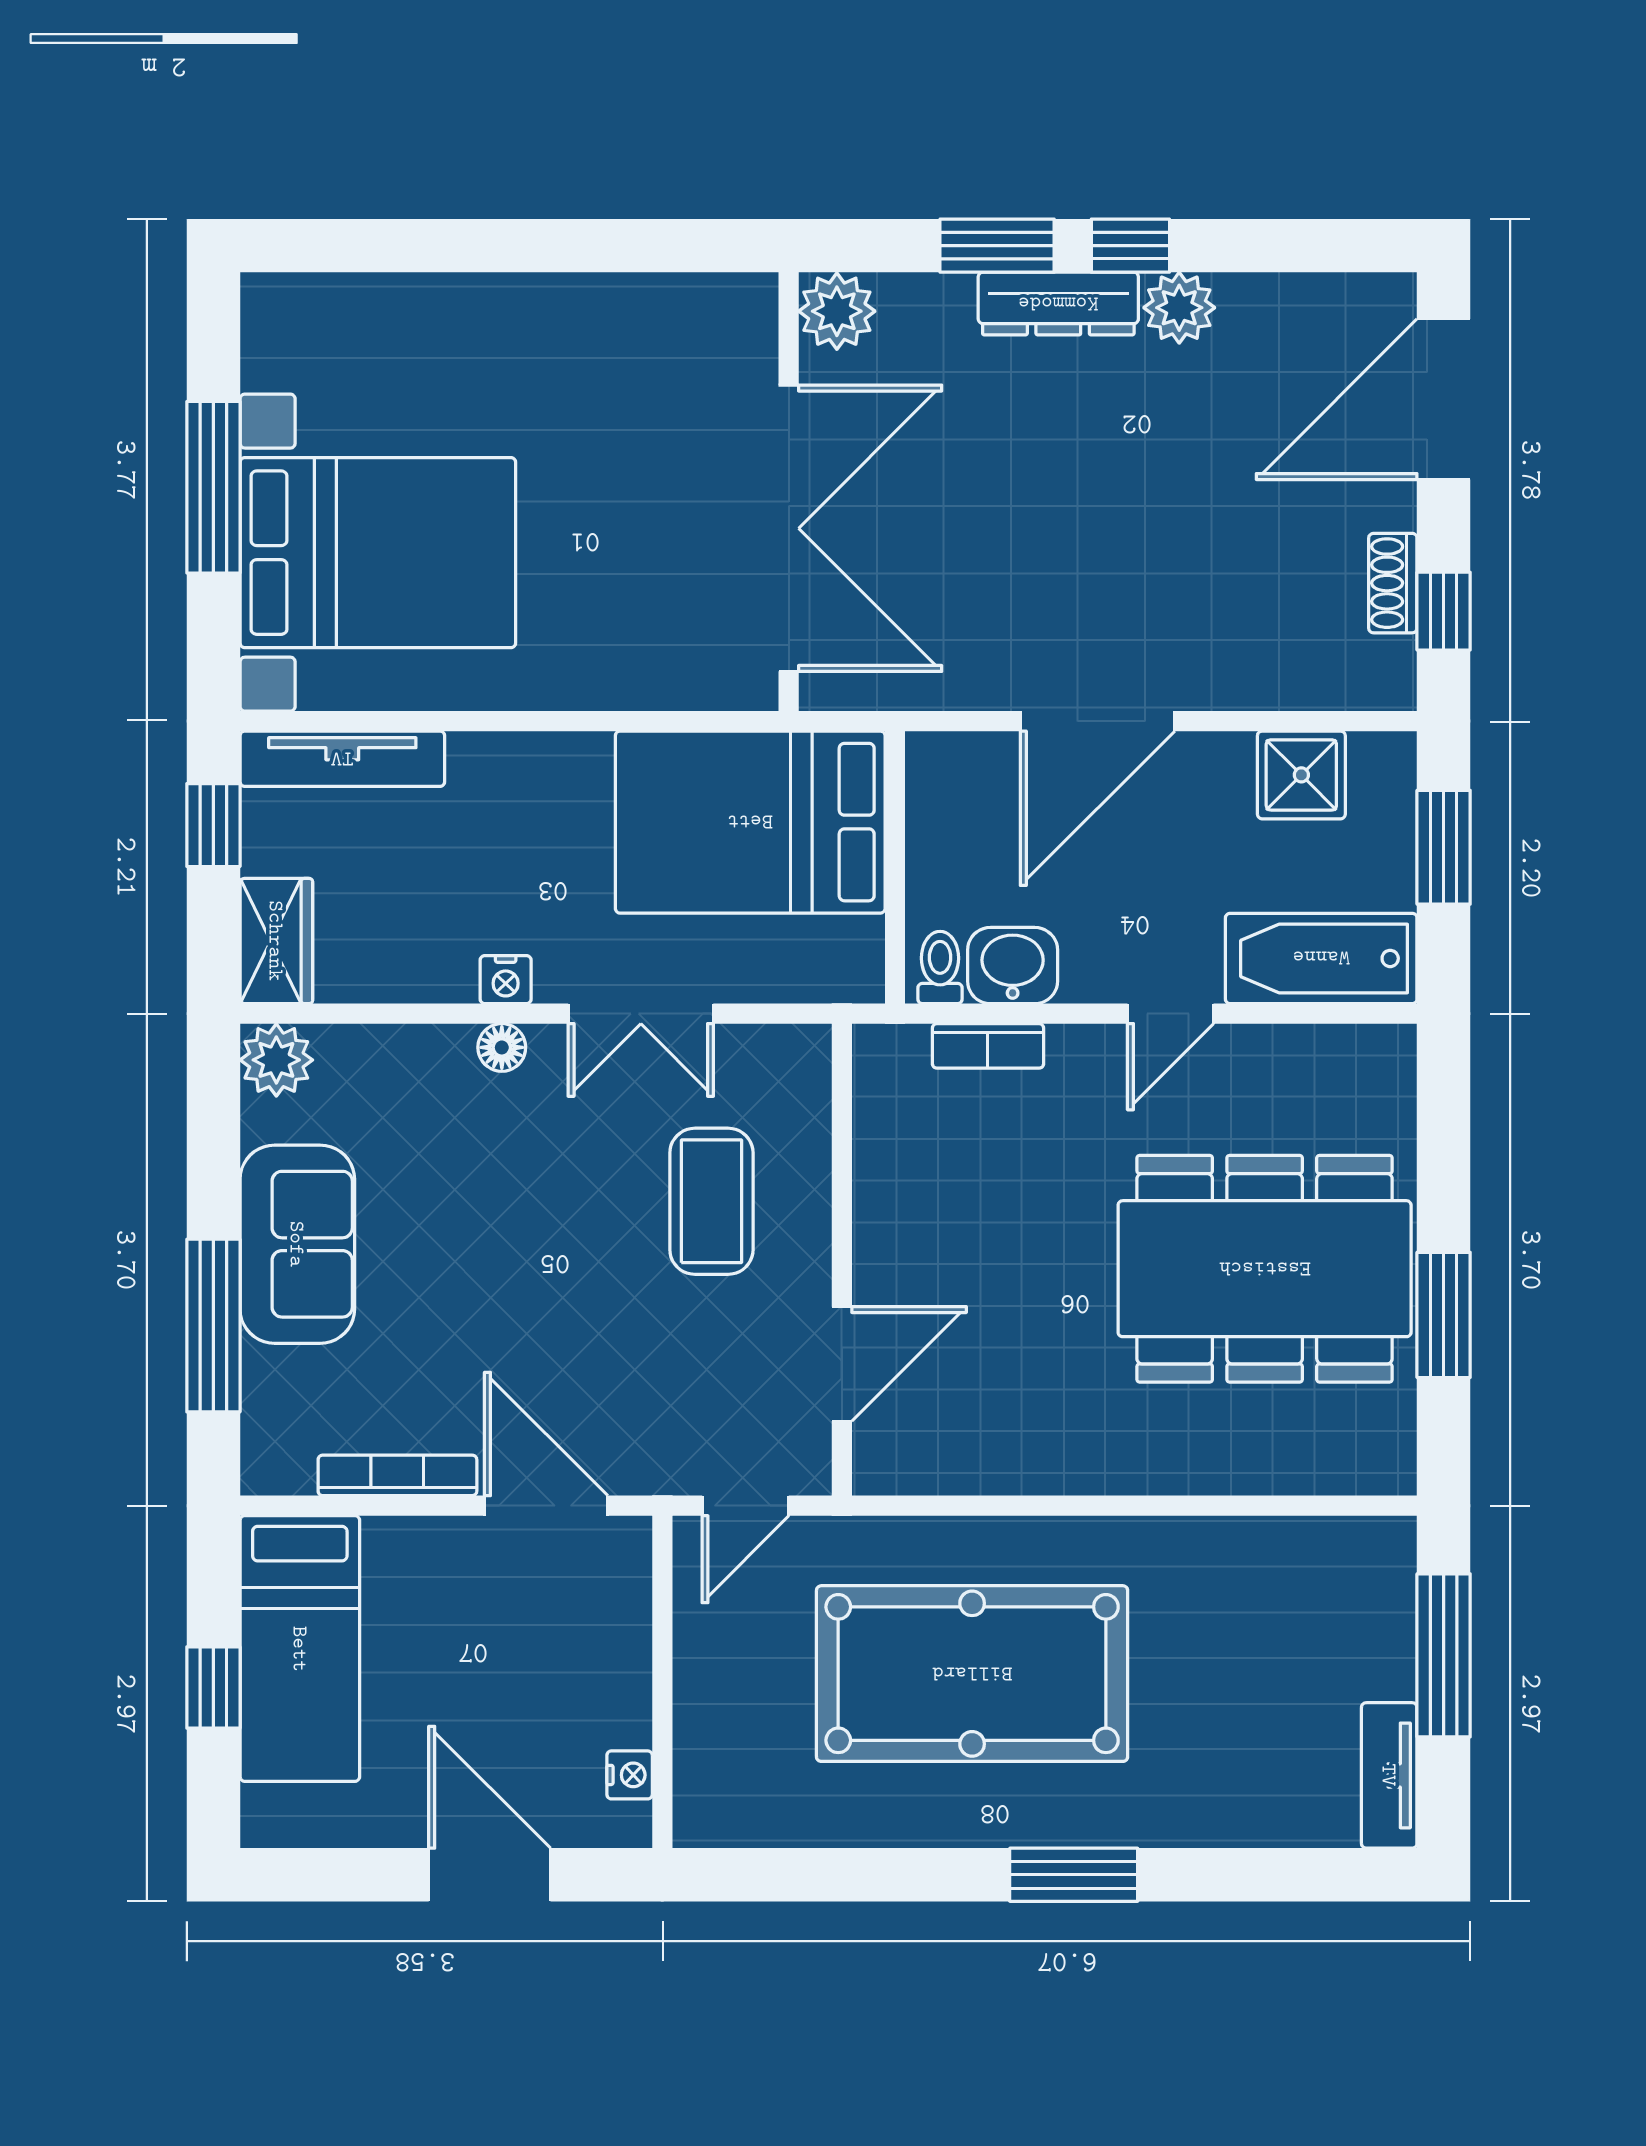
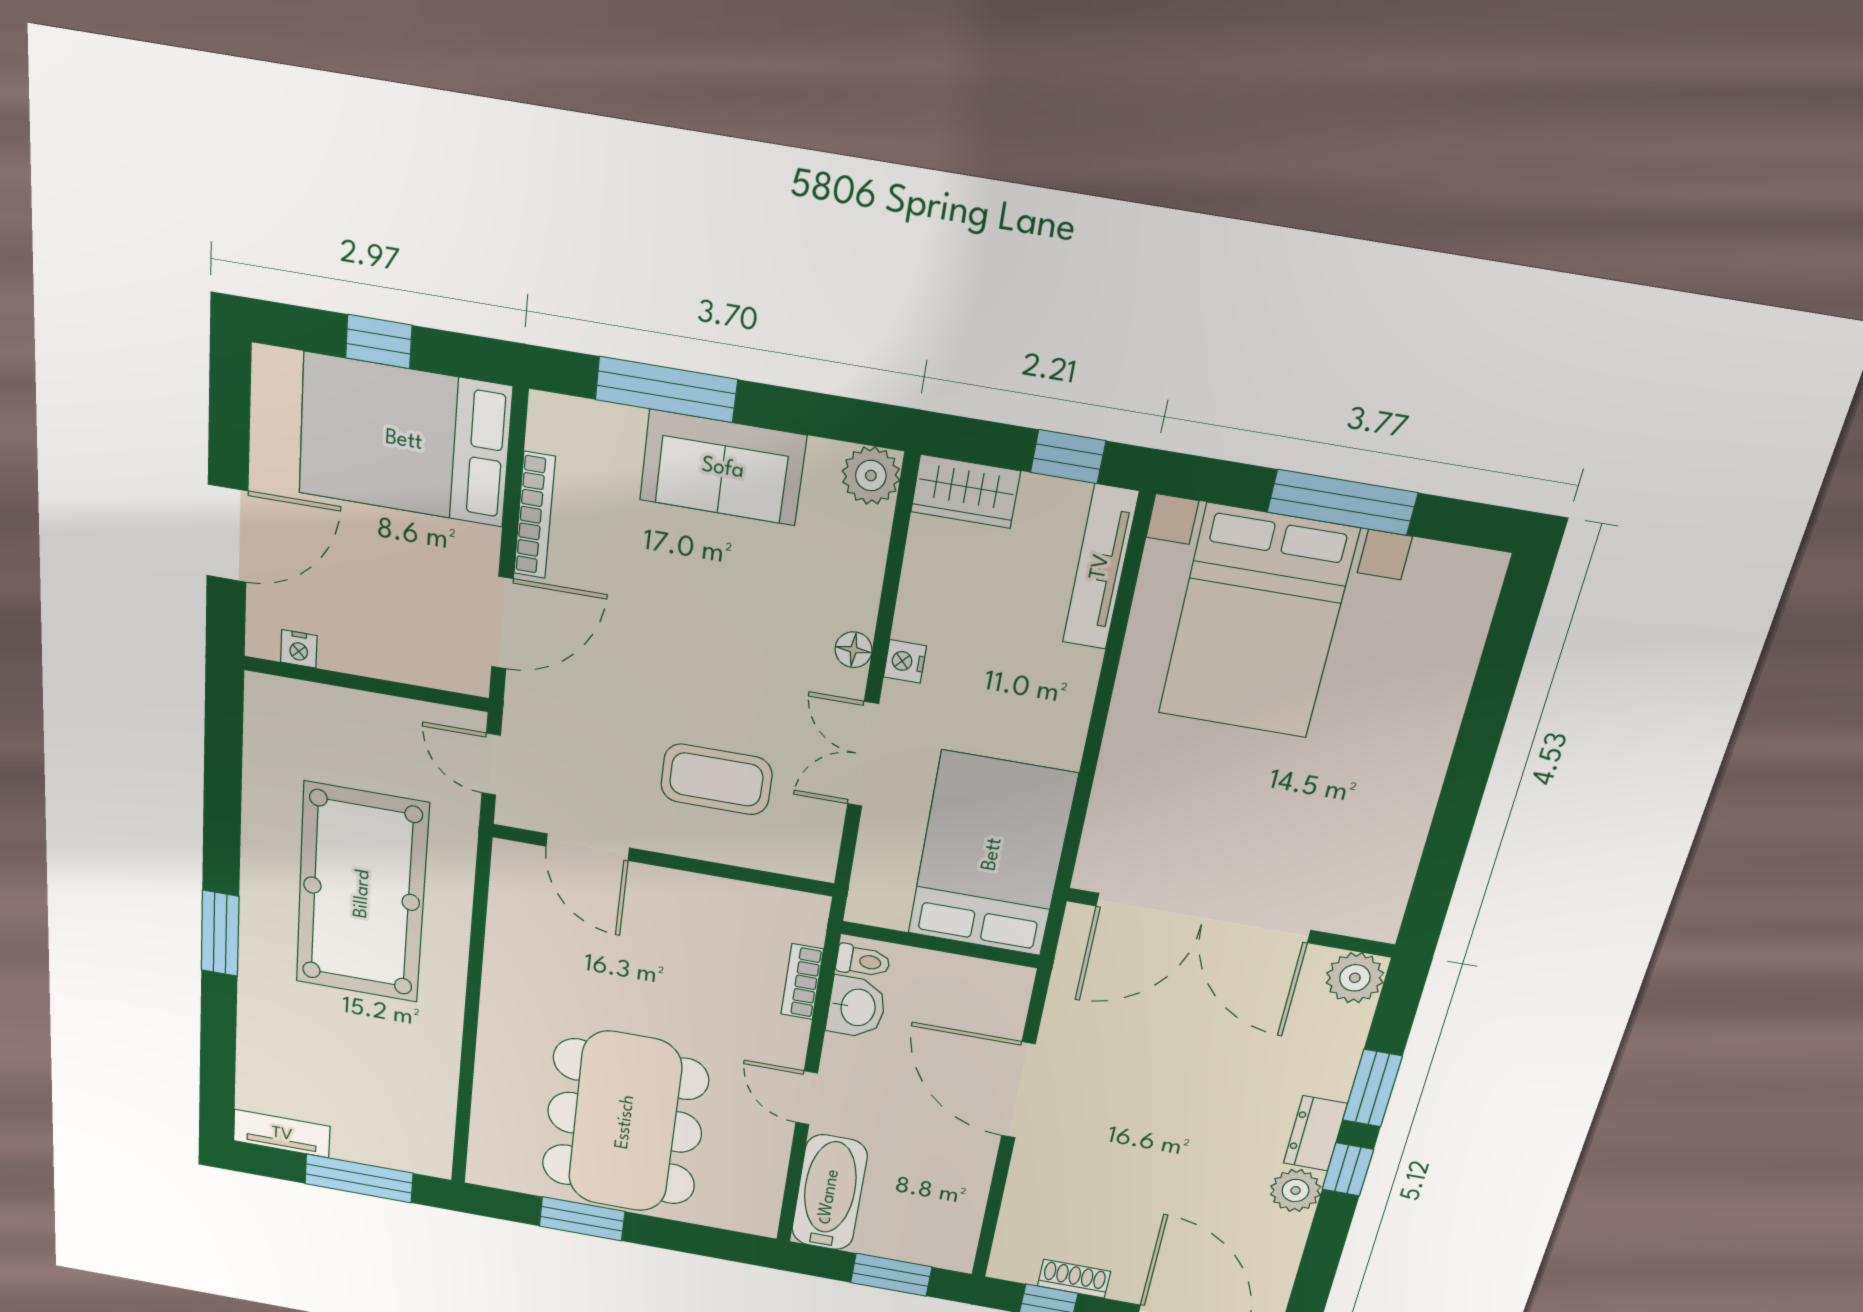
dresser: (1058, 304) -> (1315, 1133), width x0.70
shower: (1301, 775) -> (956, 1204), removed
bed: (300, 1649) -> (404, 440), width x1.50

